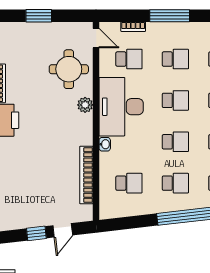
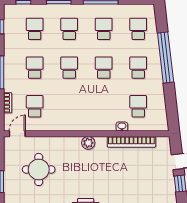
round table: (69, 69) -> (39, 169), moved
plant: (85, 105) -> (88, 143), moved
desk: (121, 107) -> (74, 113), removed
washbasin: (105, 144) -> (122, 127), moved

